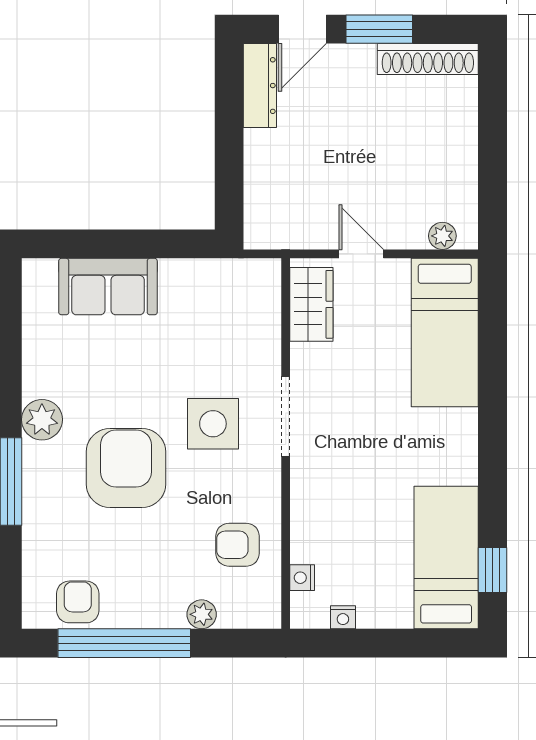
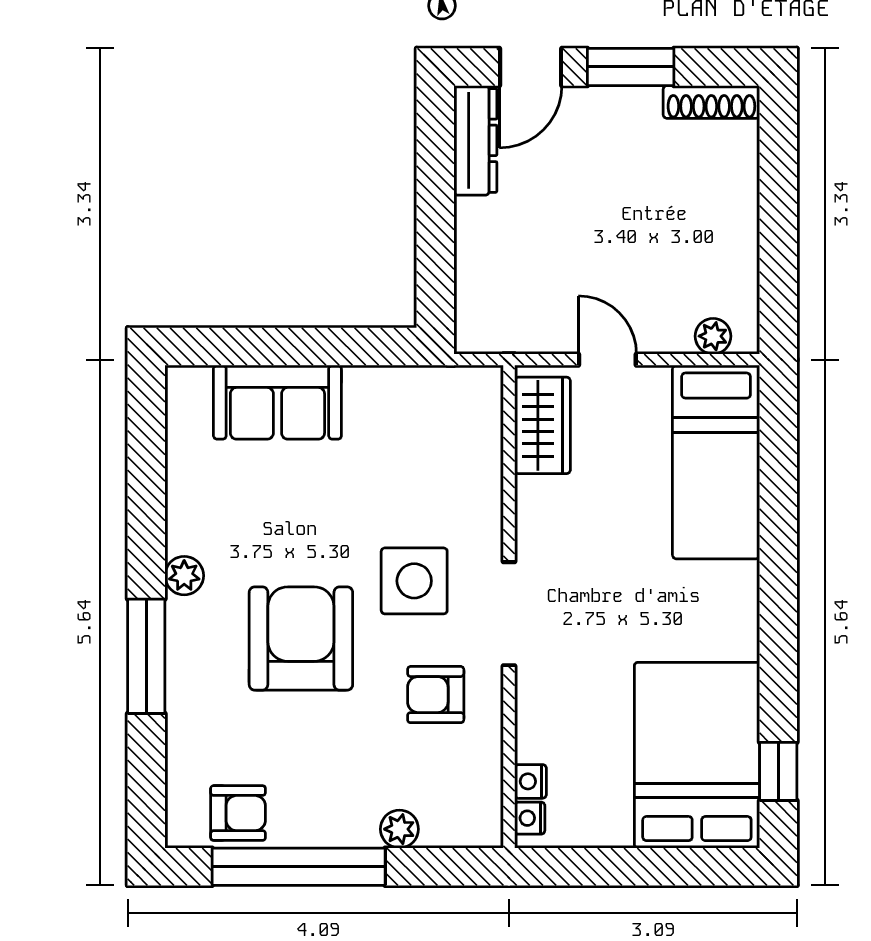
shoe rack: (428, 59) -> (711, 102), width x0.74, depth x0.81
doorway: (286, 417) -> (509, 614), moved
plant: (42, 420) -> (184, 576), width x0.73, depth x0.73
armchair: (238, 545) -> (436, 695), moved
bed: (446, 558) -> (697, 755), width x1.50
armchair: (78, 602) -> (238, 813), turned 90
nightstand: (343, 617) -> (530, 818), moved, turned 90

